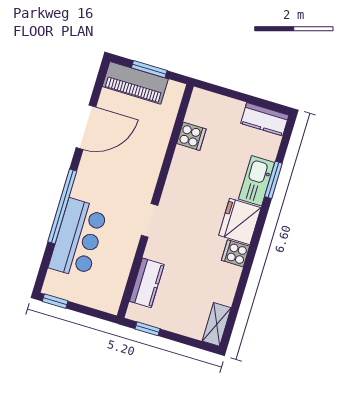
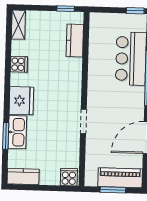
cooker: (191, 136) -> (69, 177), moved, turned 90
doorway: (150, 220) -> (83, 121), moved
cooker: (235, 253) -> (19, 64), moved

